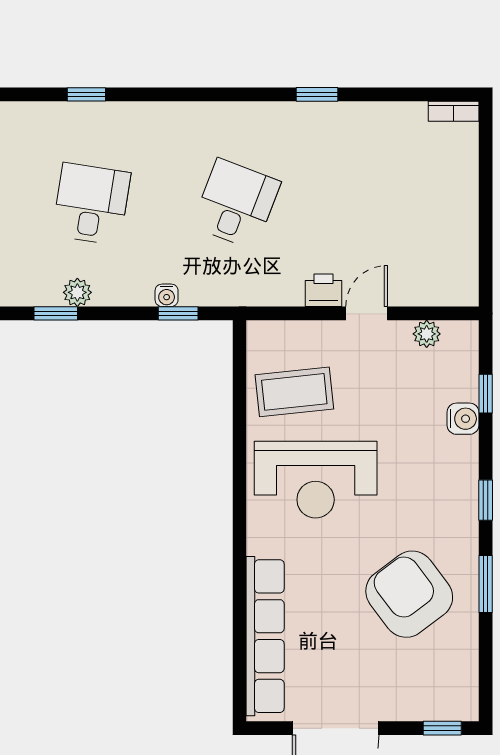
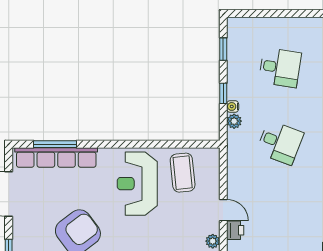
printer: (323, 290) -> (235, 230), moved
plant: (77, 292) -> (234, 121), moved
window: (178, 313) -> (223, 93), moved
window: (239, 638) -> (55, 144), added

